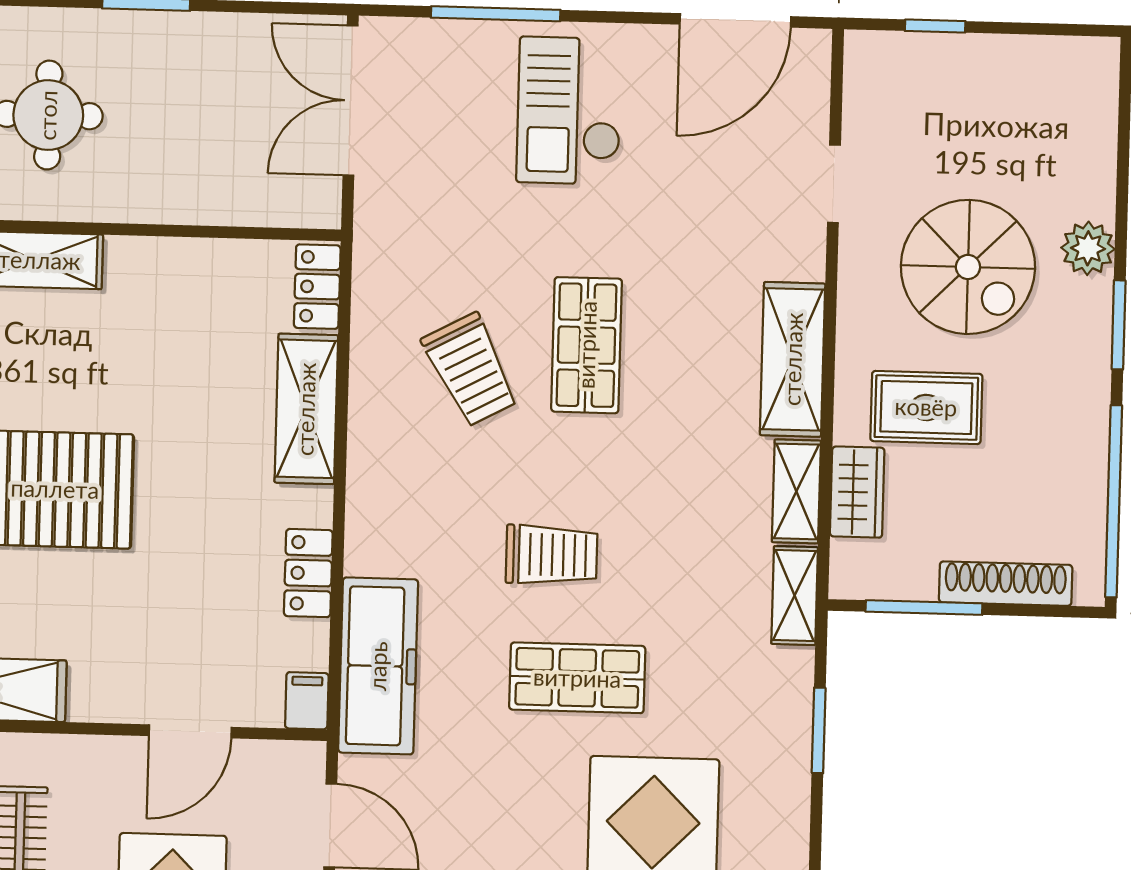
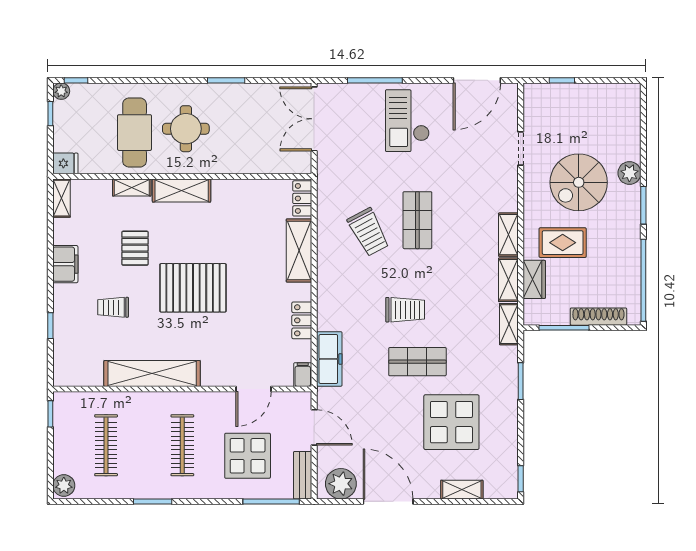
spiral stairs: (968, 267) -> (579, 182), turned 90
shelving: (793, 359) -> (508, 235), width x0.67, depth x0.75
freezer: (378, 666) -> (329, 359), width x0.73, depth x0.79

